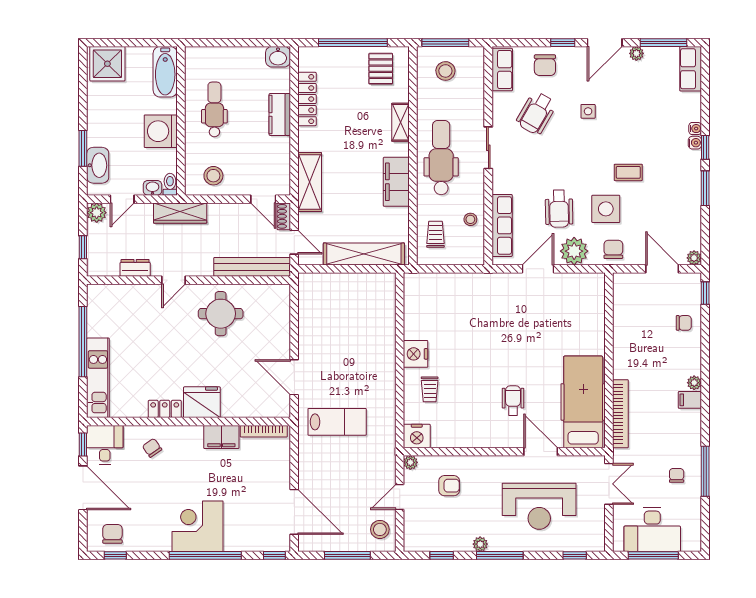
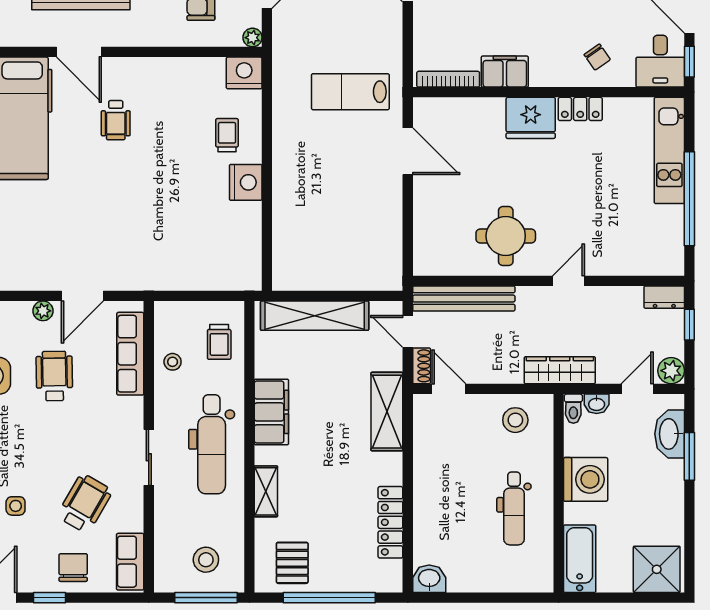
kitchen counter: (280, 114) -> (427, 502), removed
plant: (574, 251) -> (43, 311), width x0.53, depth x0.53
dresser: (135, 268) -> (664, 297), moved

